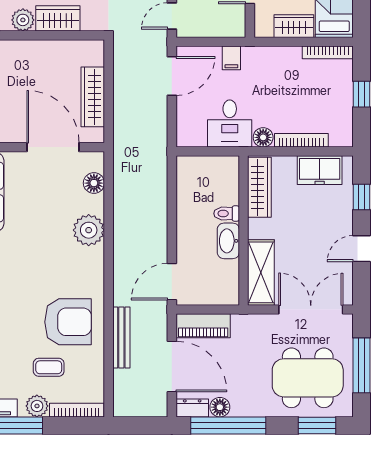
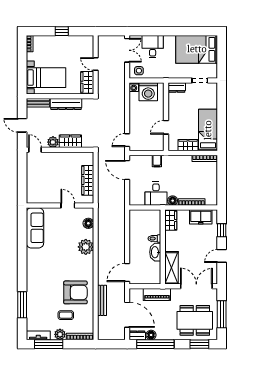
door: (172, 76) -> (127, 170), swing flipped
window: (362, 94) -> (222, 179), removed
door: (53, 147) -> (68, 205), width x0.53
wardrobe: (259, 187) -> (171, 220), width x0.67
piano: (203, 326) -> (157, 294), moved

